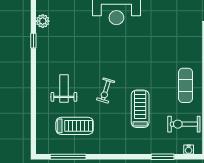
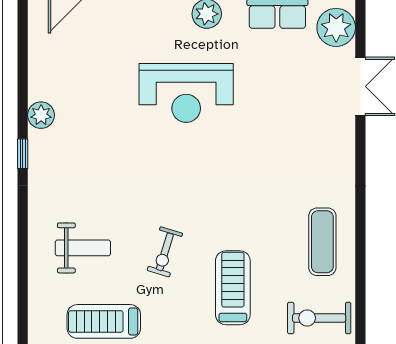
weight bench: (64, 89) -> (83, 248), turned 90
treadmill: (75, 126) -> (104, 321), turned 180

